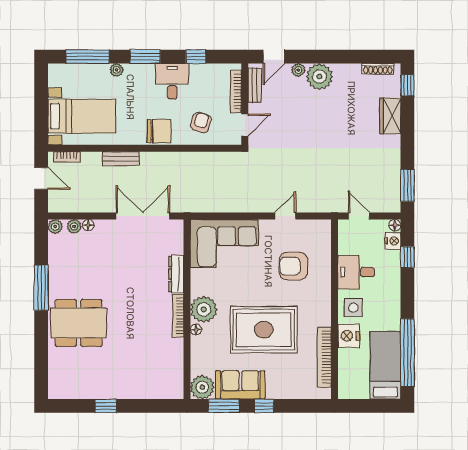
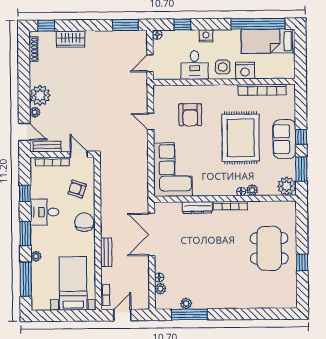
plant: (55, 227) -> (186, 303), moved
nightstand: (393, 241) -> (206, 36), moved
window: (41, 288) -> (189, 315), moved
plant: (204, 309) -> (252, 190), moved, width x0.53, depth x0.53
dining table: (79, 323) -> (269, 248), moved
sofa: (240, 385) -> (284, 139), moved

